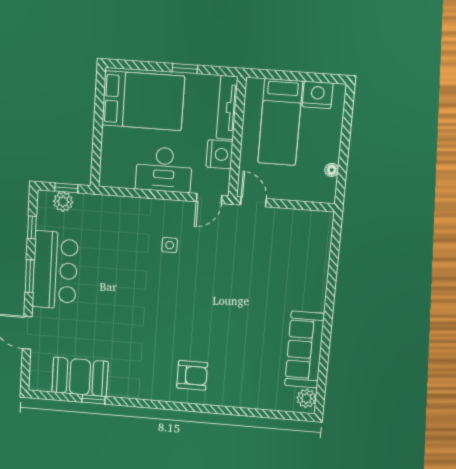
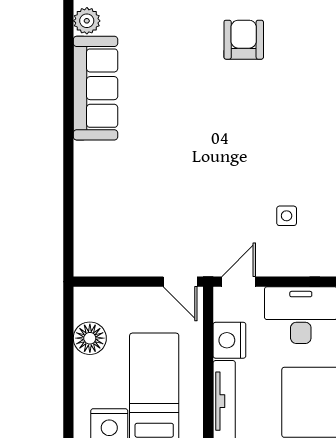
floor lamp: (332, 170) -> (90, 338), width x1.89, depth x1.89
armchair: (192, 375) -> (244, 40), turned 90

